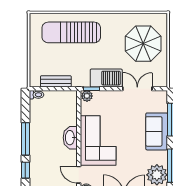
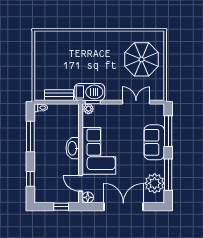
sun lounger: (71, 32) -> (74, 49), removed
barbecue: (106, 78) -> (89, 92), moved
window: (25, 139) -> (30, 137), moved

